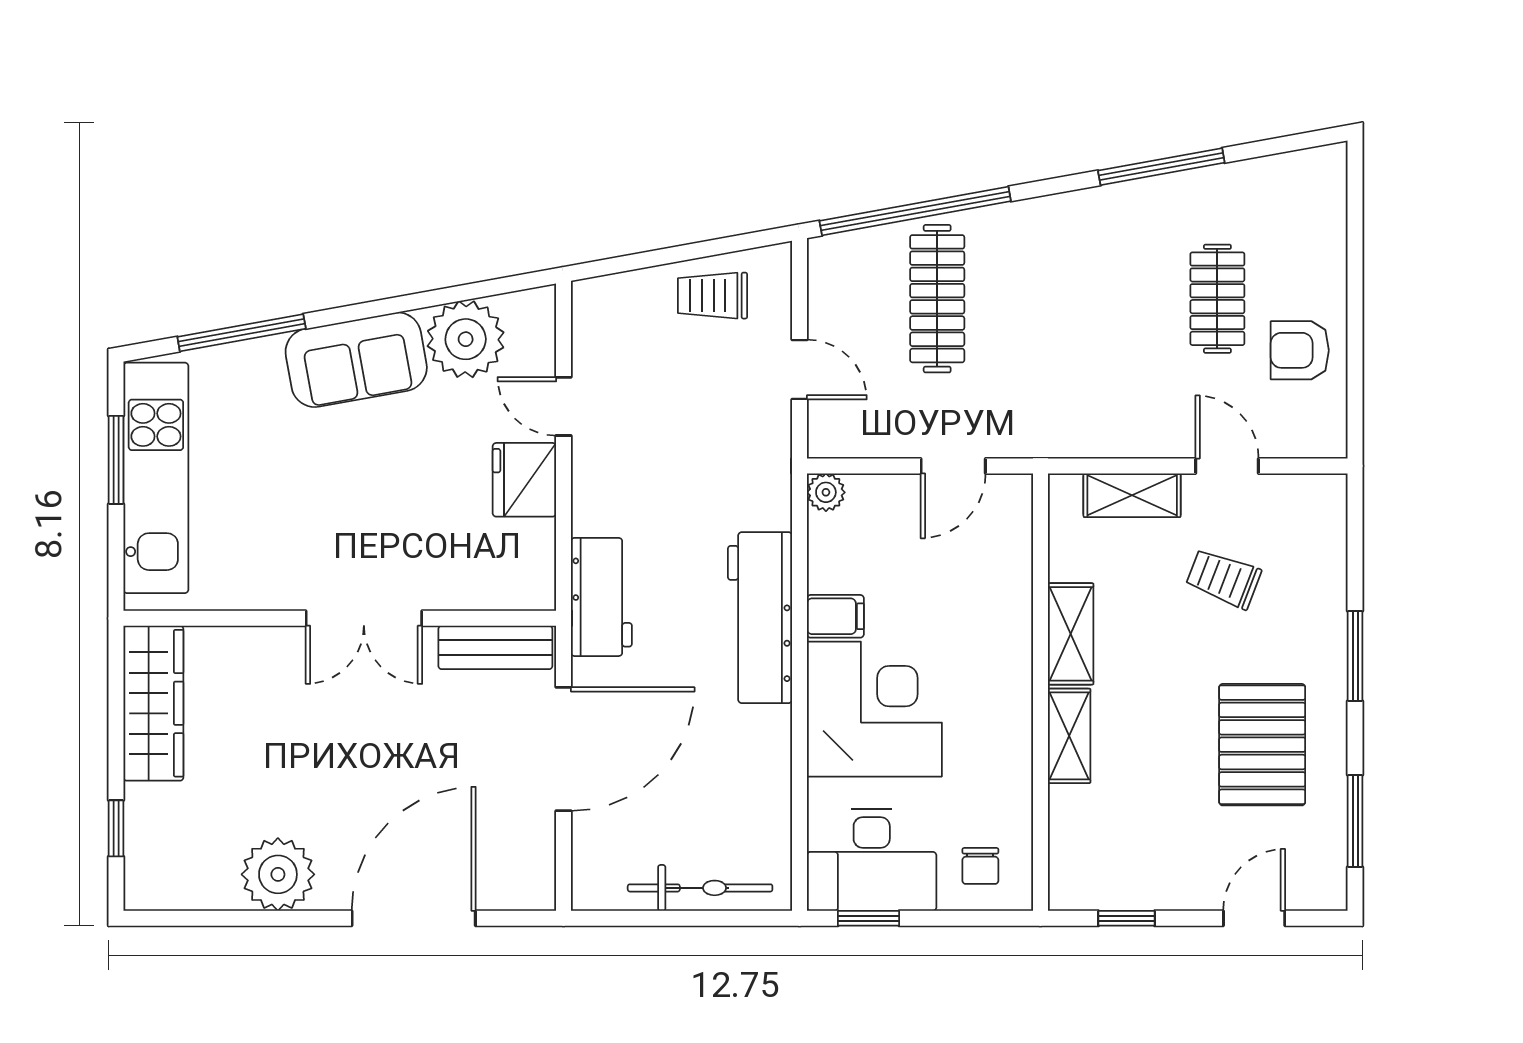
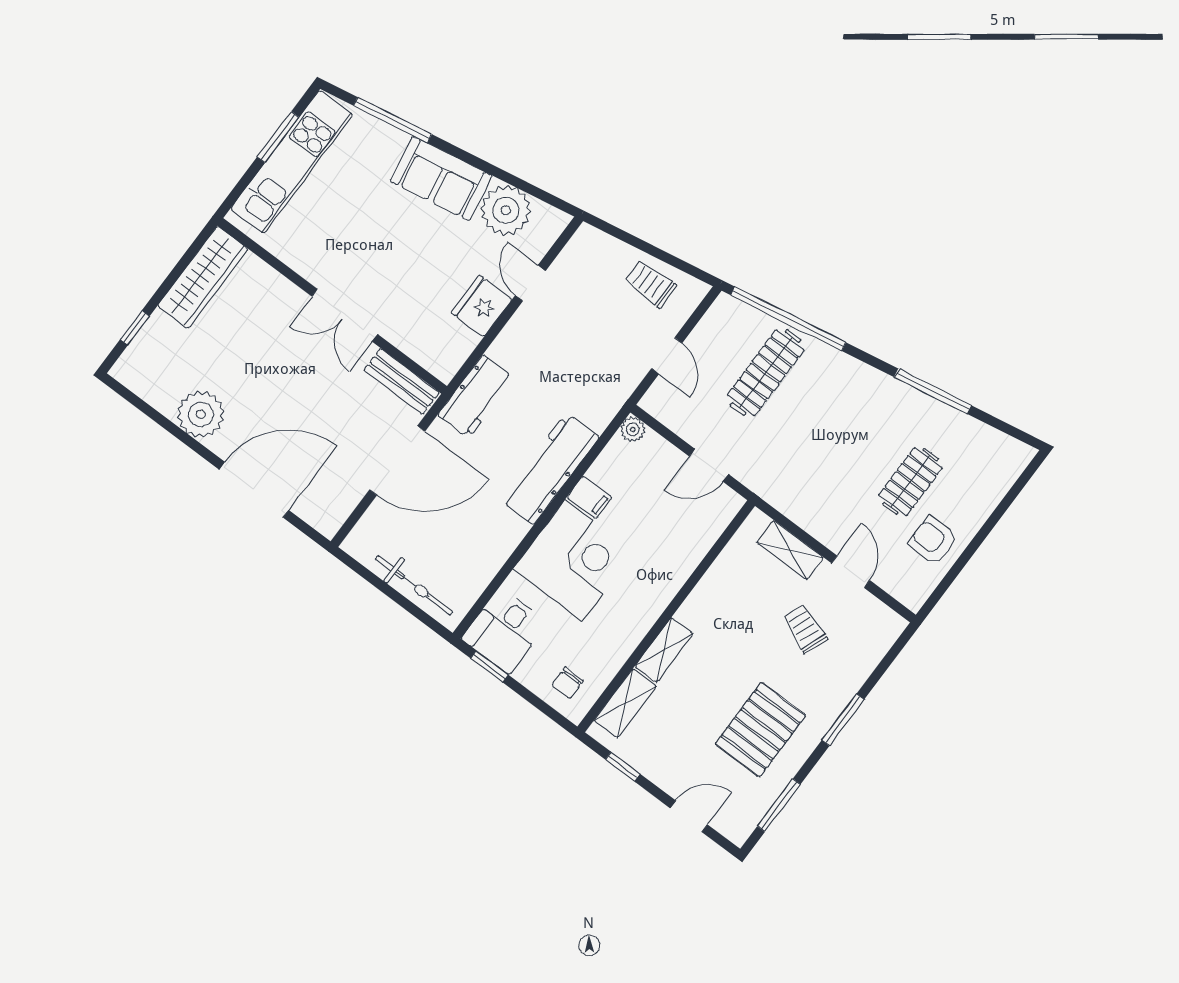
shelving: (1071, 634) -> (625, 703), moved
desk: (872, 860) -> (504, 631), width x0.73

